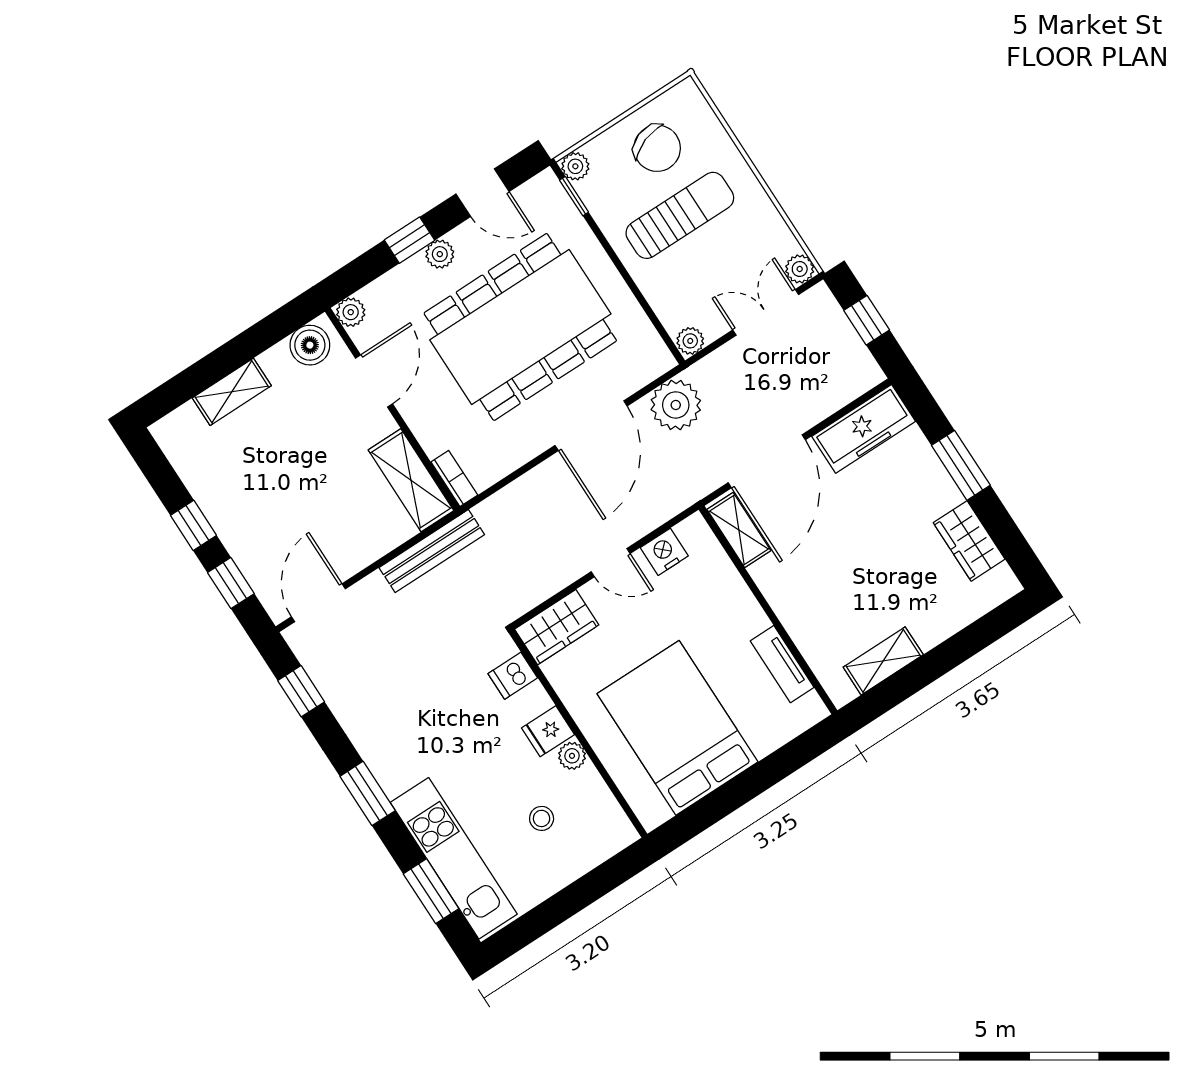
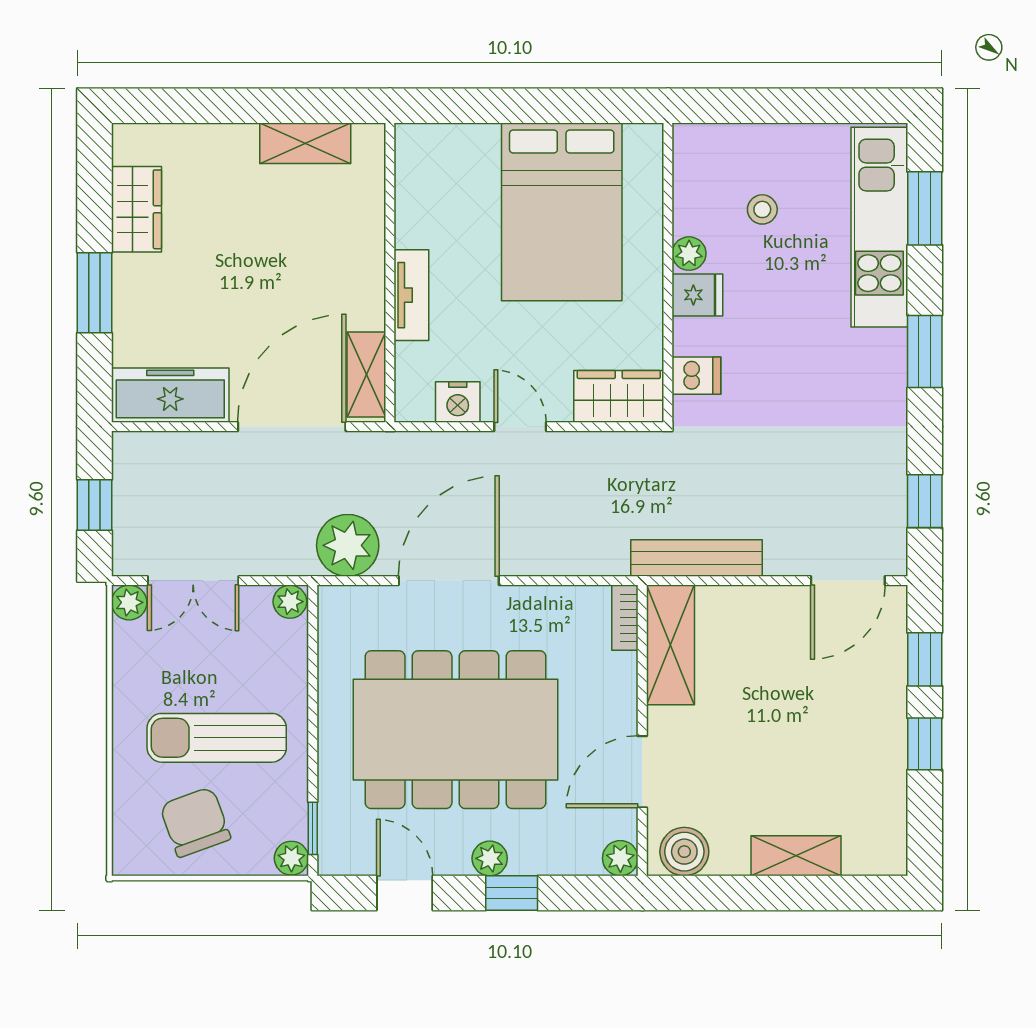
tv unit: (782, 664) -> (411, 295), moved

